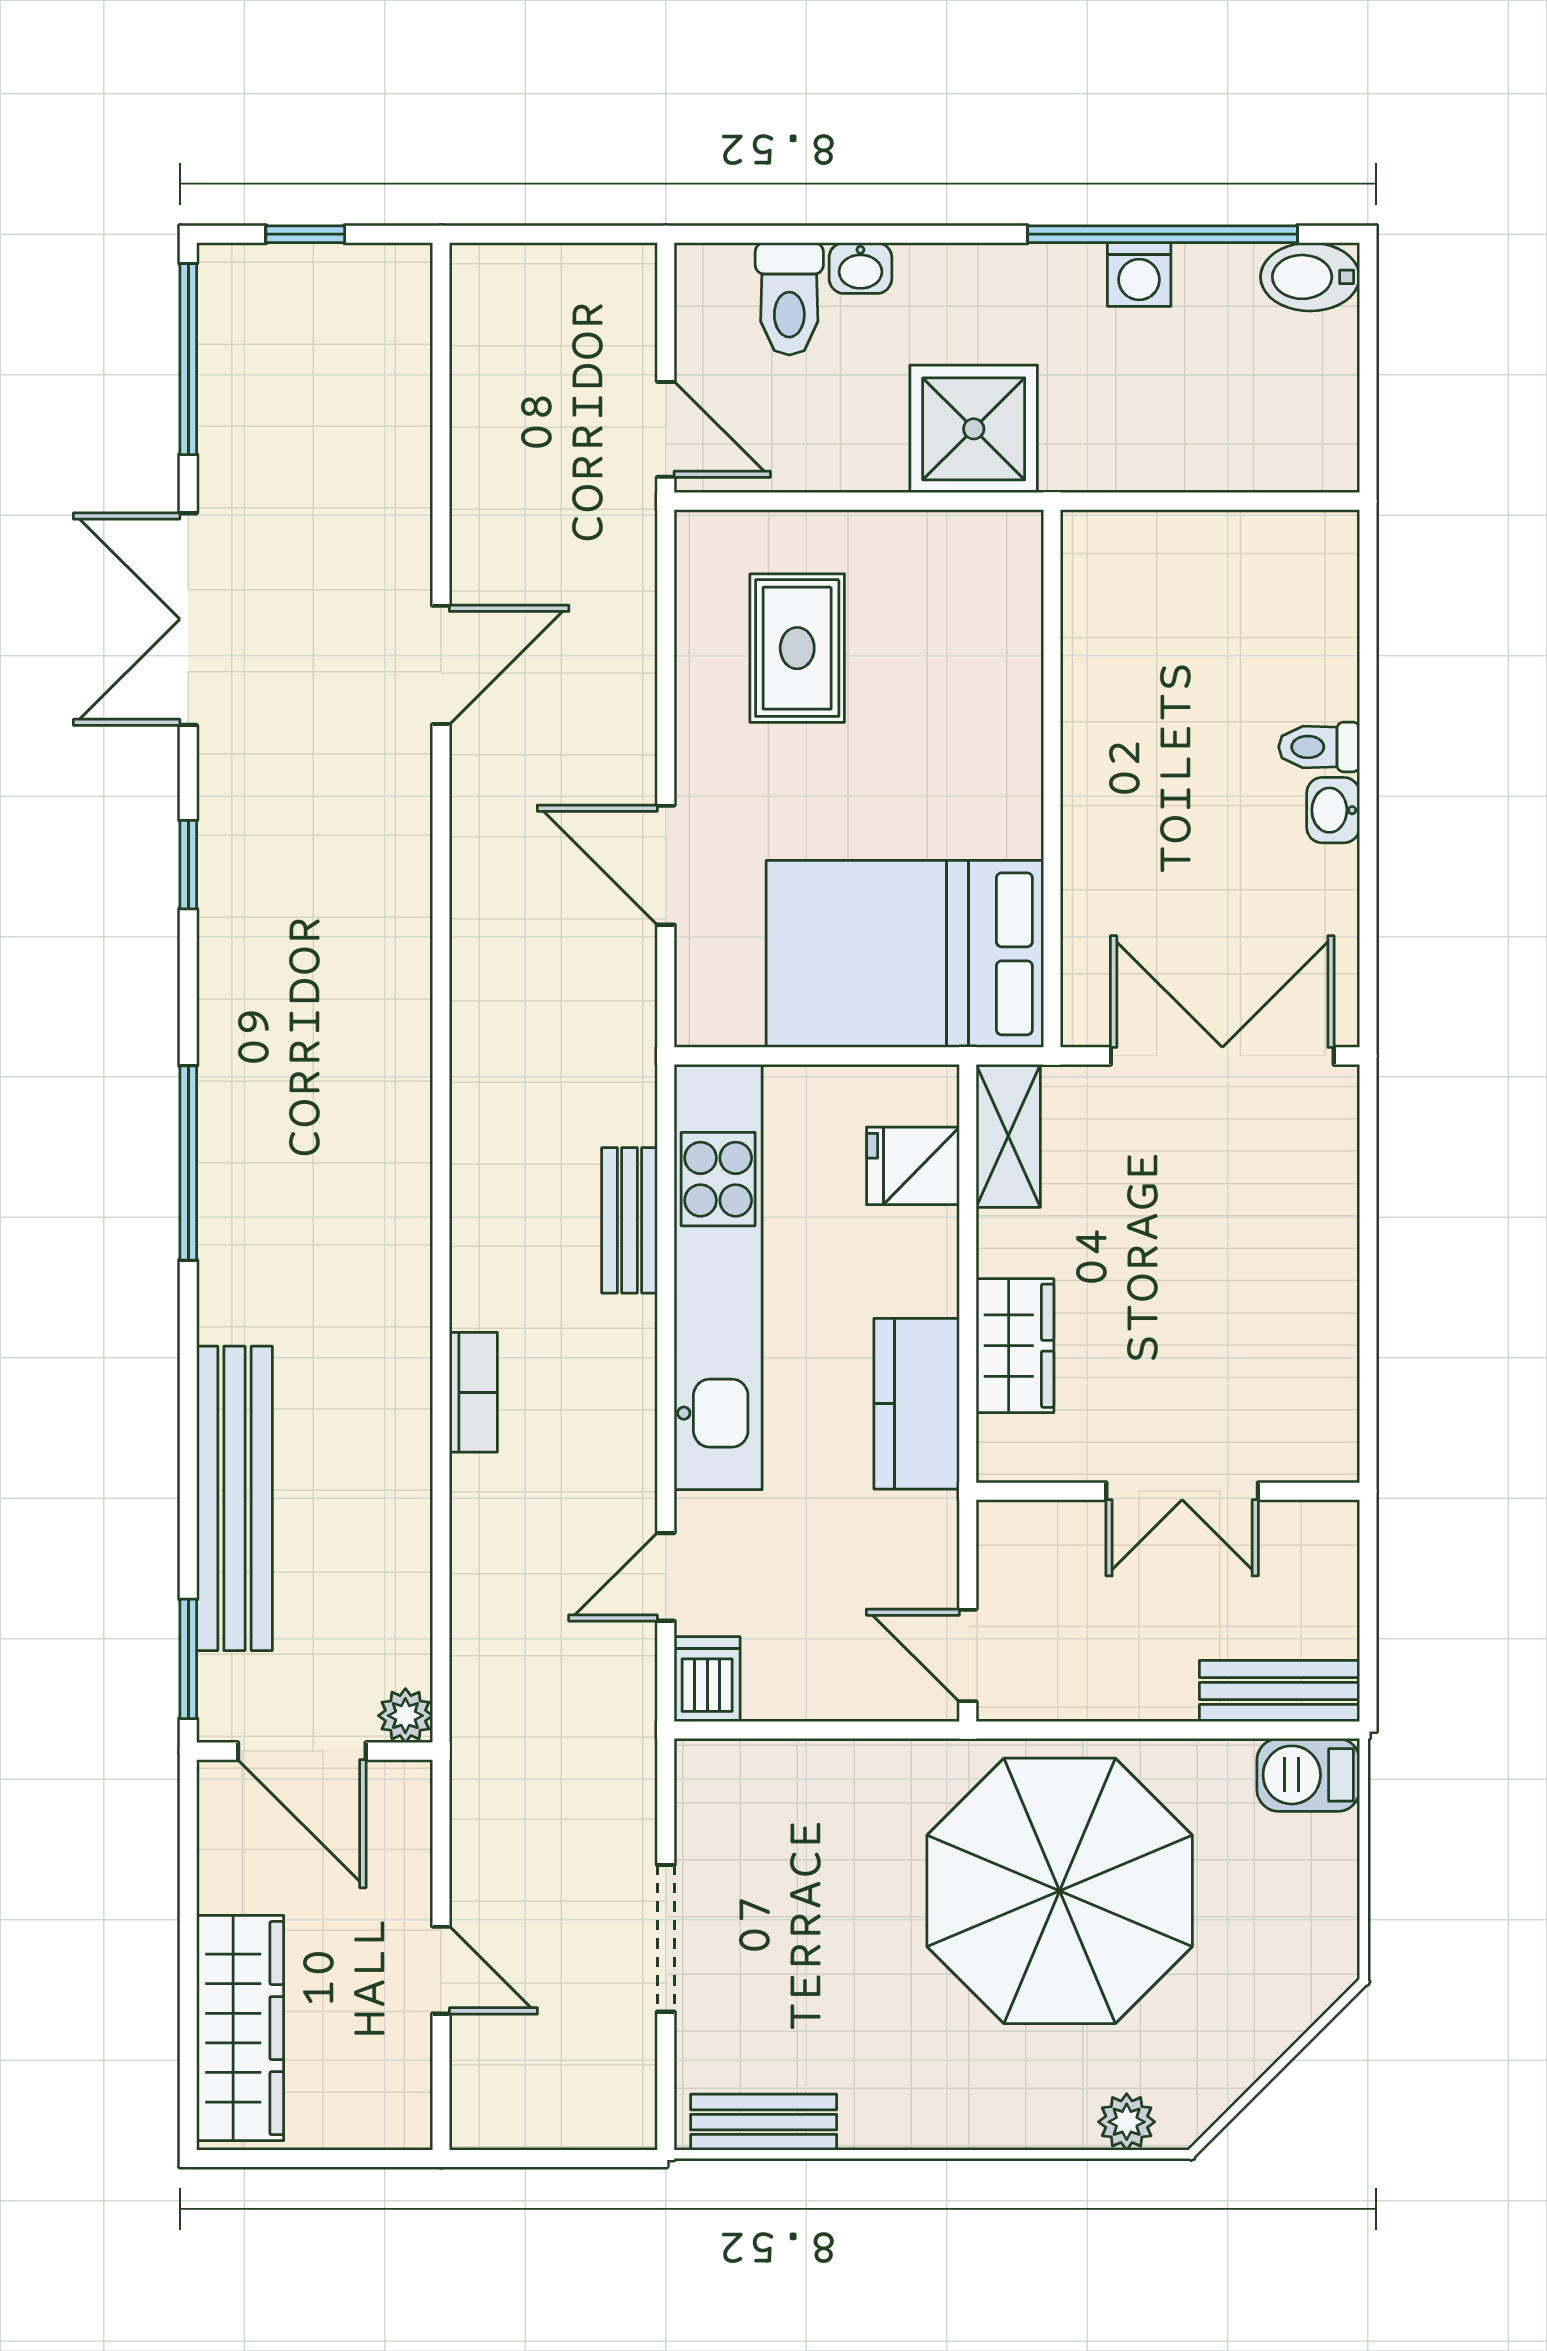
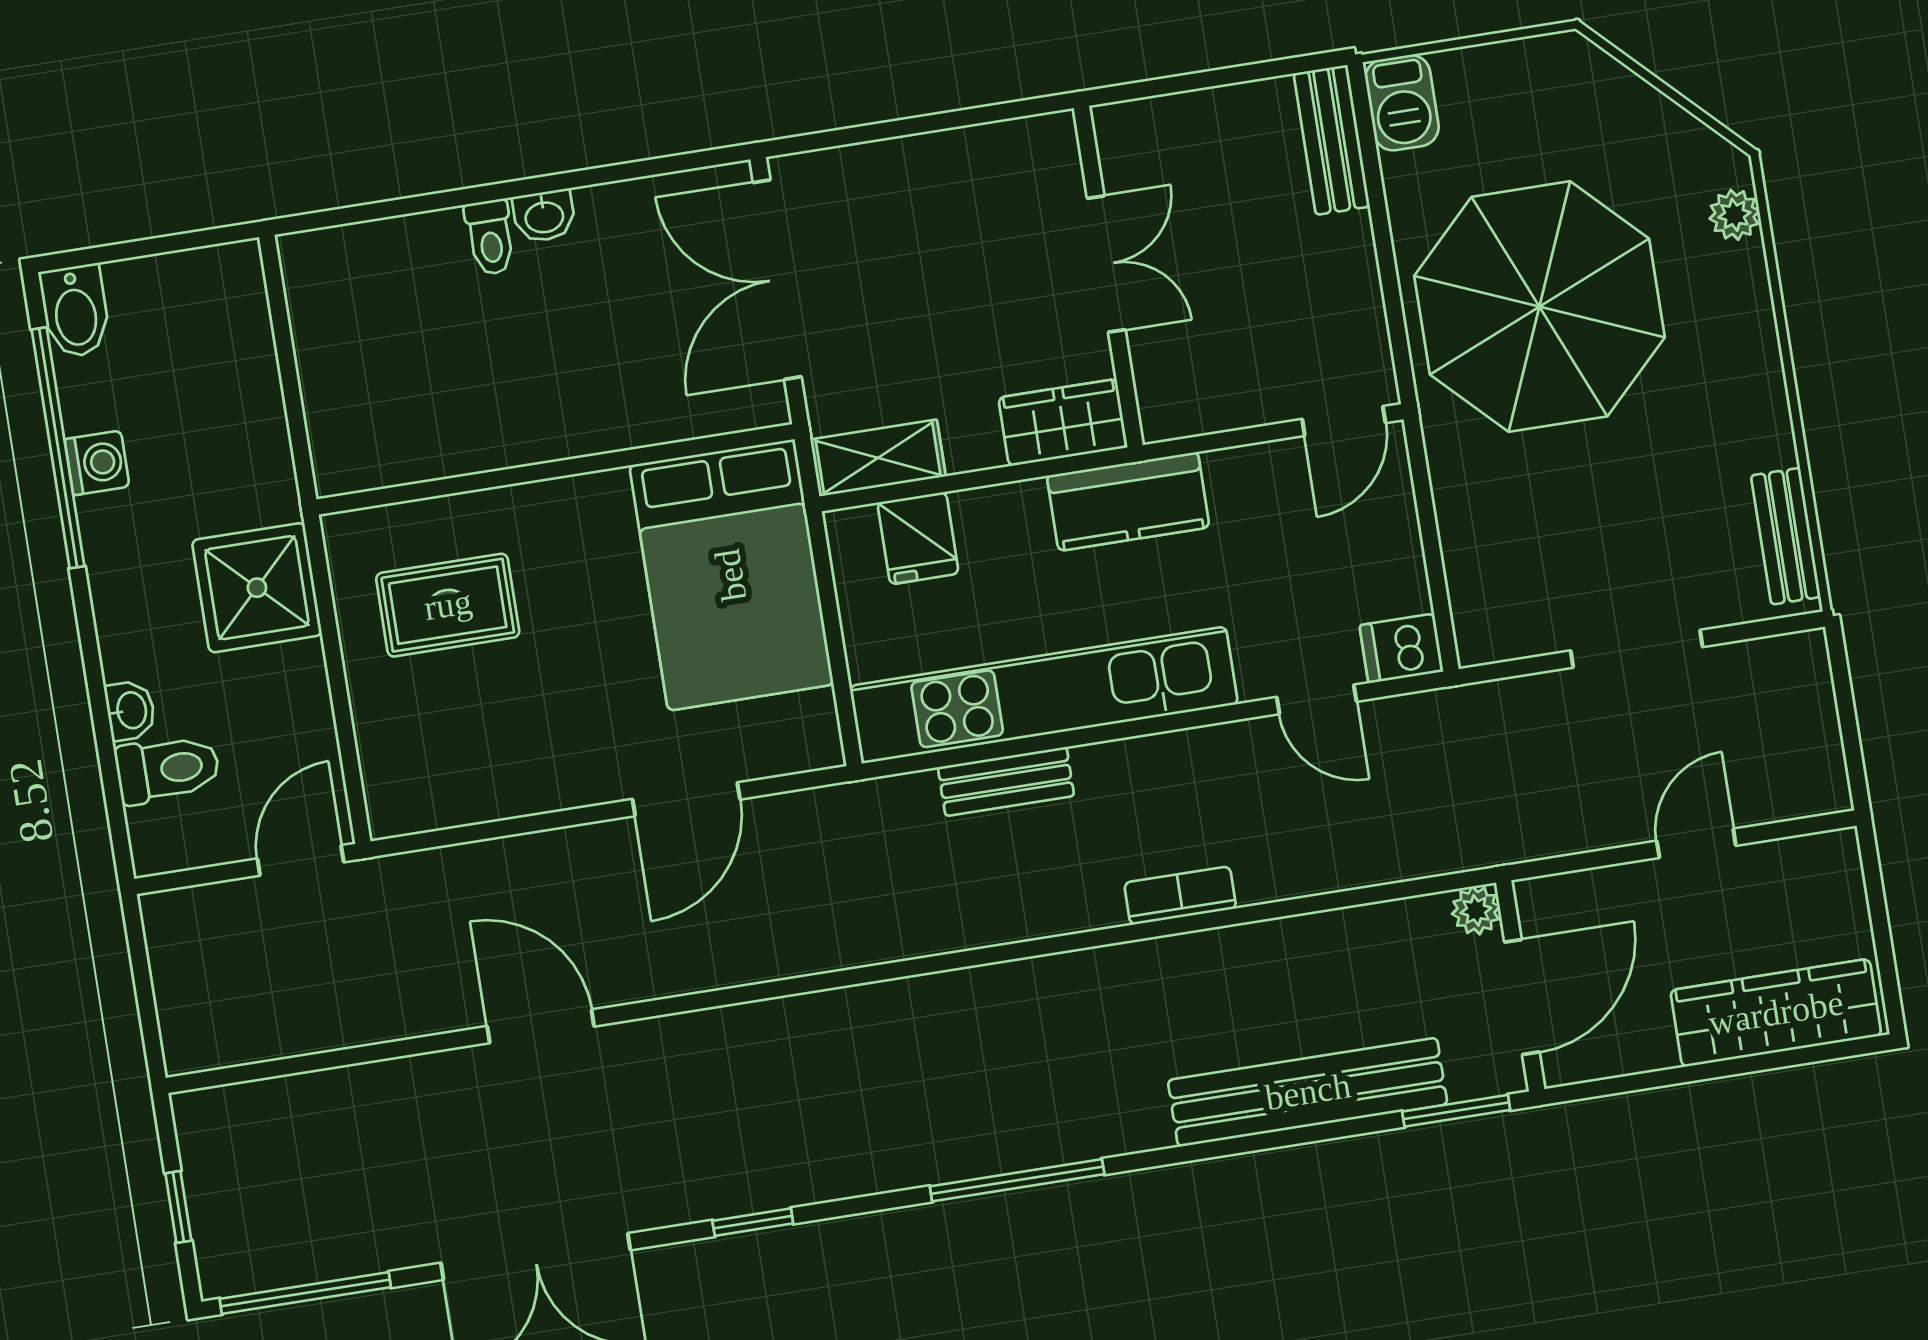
rug: (797, 648) -> (448, 605), moved
wall: (1168, 1491) -> (1108, 277), moved
double door: (1182, 1491) -> (1106, 264), moved

